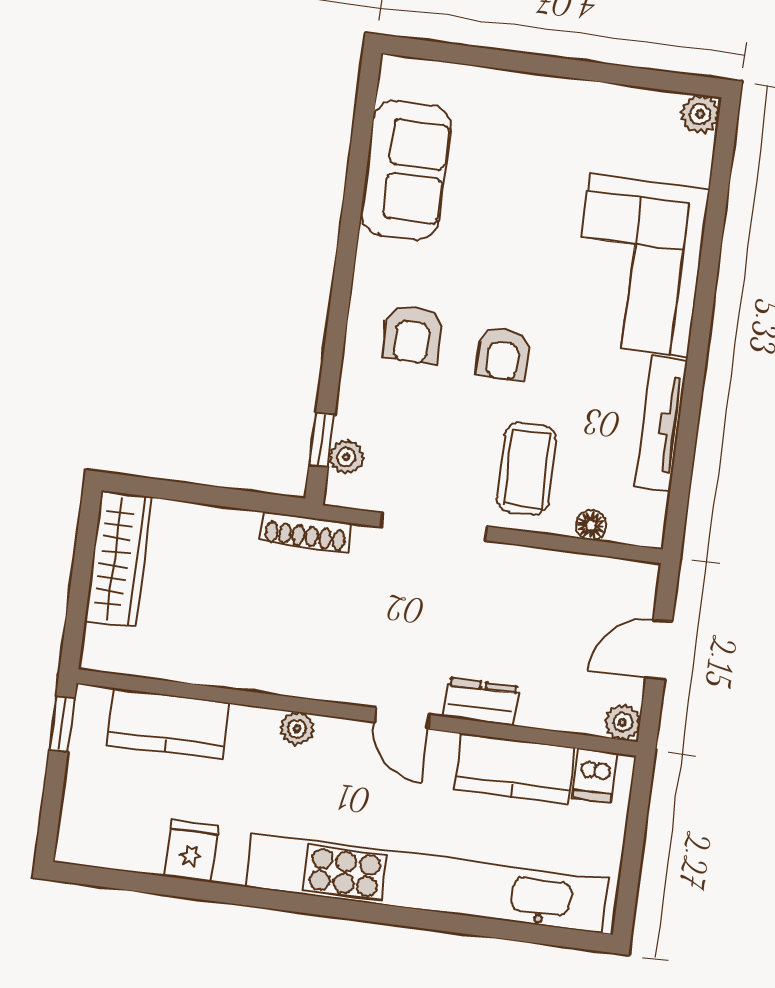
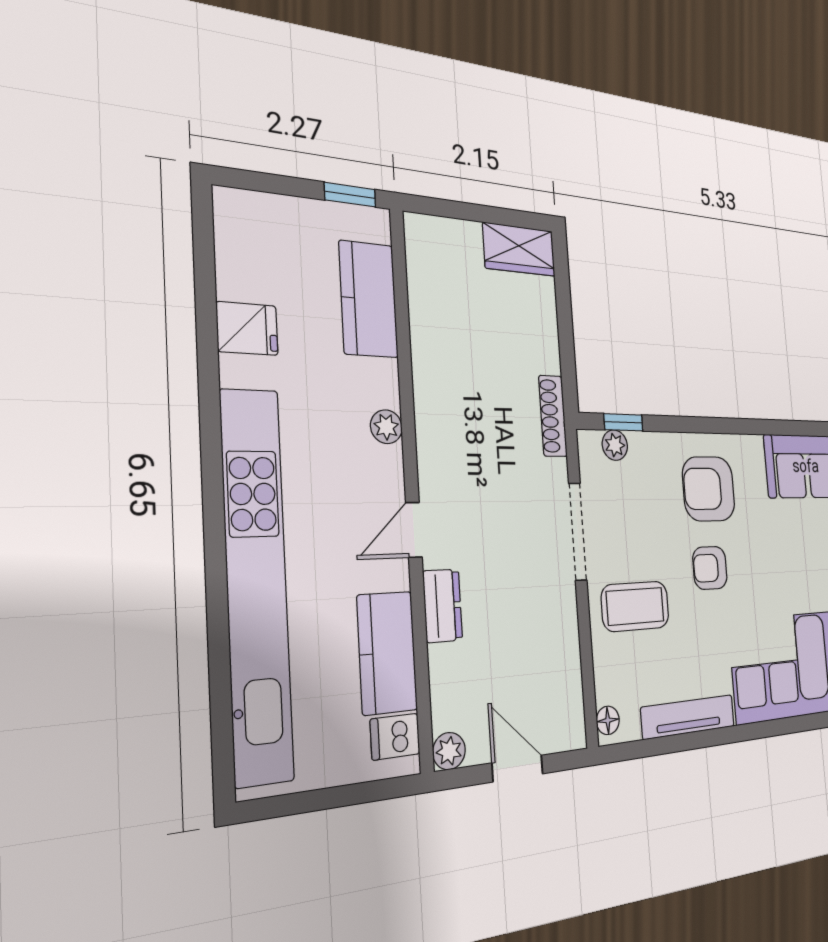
armchair: (412, 334) -> (709, 489), width x1.38, depth x1.38
floor lamp: (591, 525) -> (608, 720), moved
wardrobe: (118, 559) -> (519, 249), width x0.67

